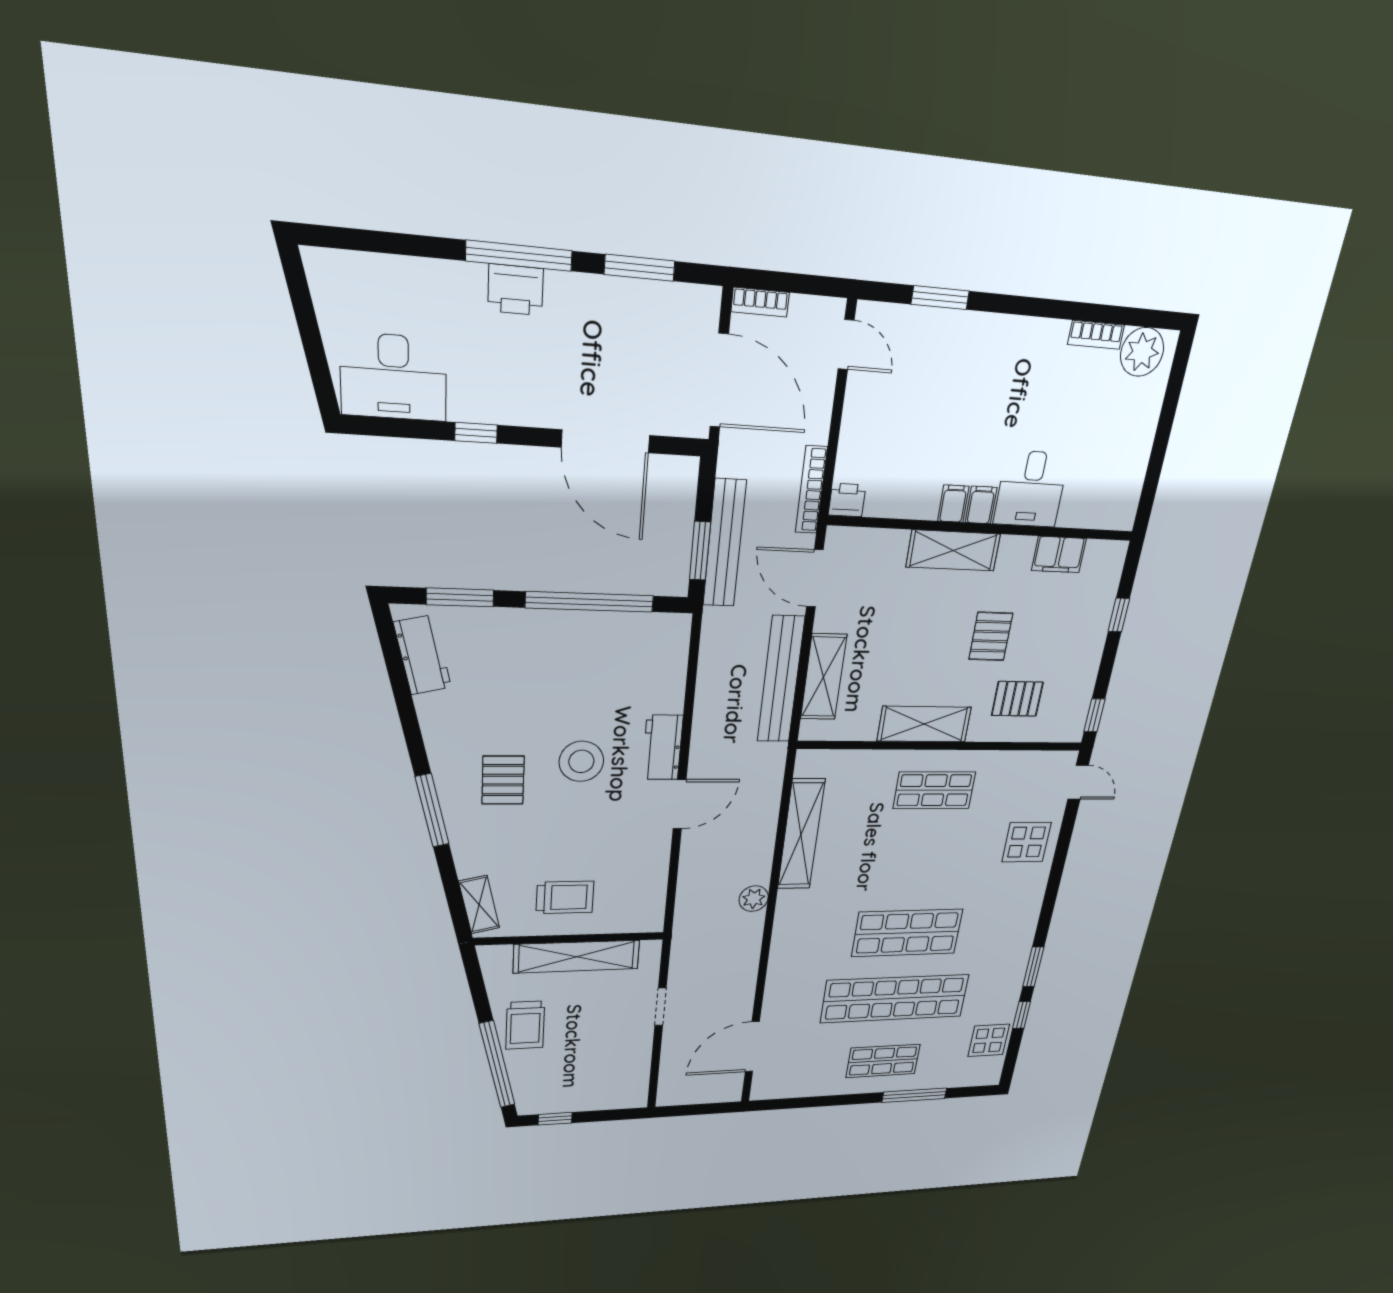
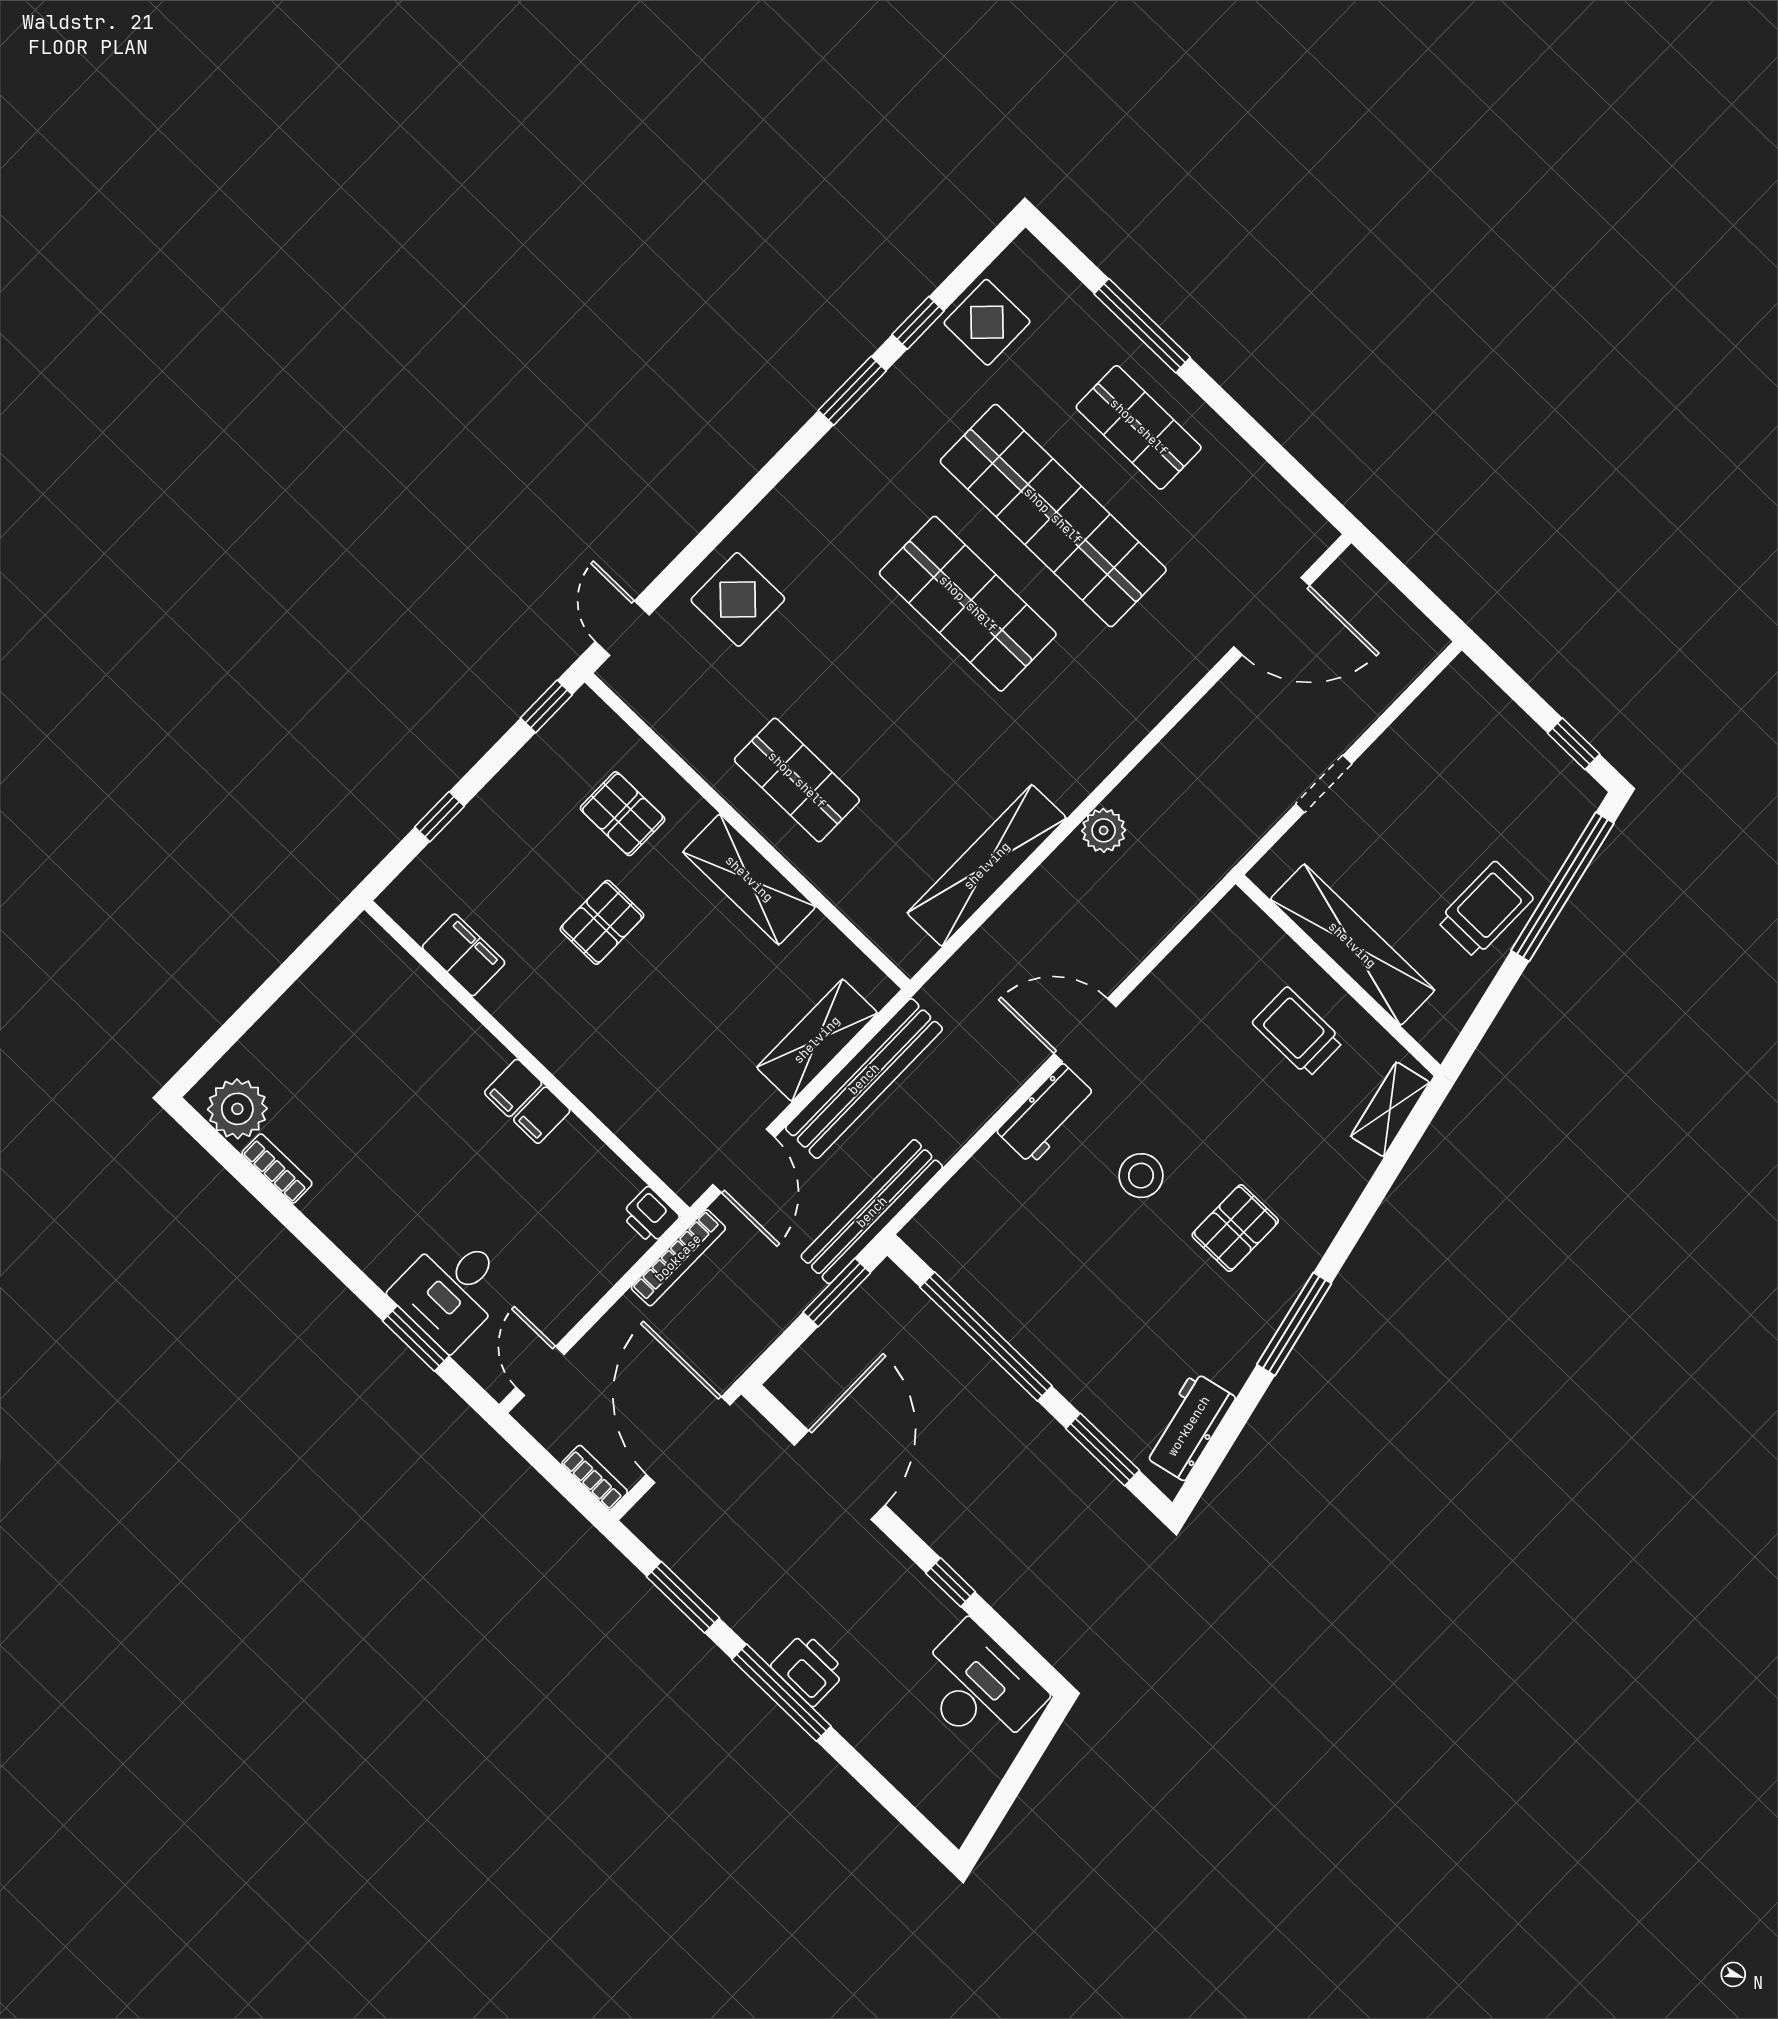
desk: (1031, 489) -> (451, 1290), moved, turned 180
bench: (724, 543) -> (872, 1212), moved
shelving: (953, 550) -> (577, 1062), removed
stool: (581, 761) -> (1141, 1176), width x0.73, depth x0.73
window: (432, 811) -> (1294, 1324), moved

